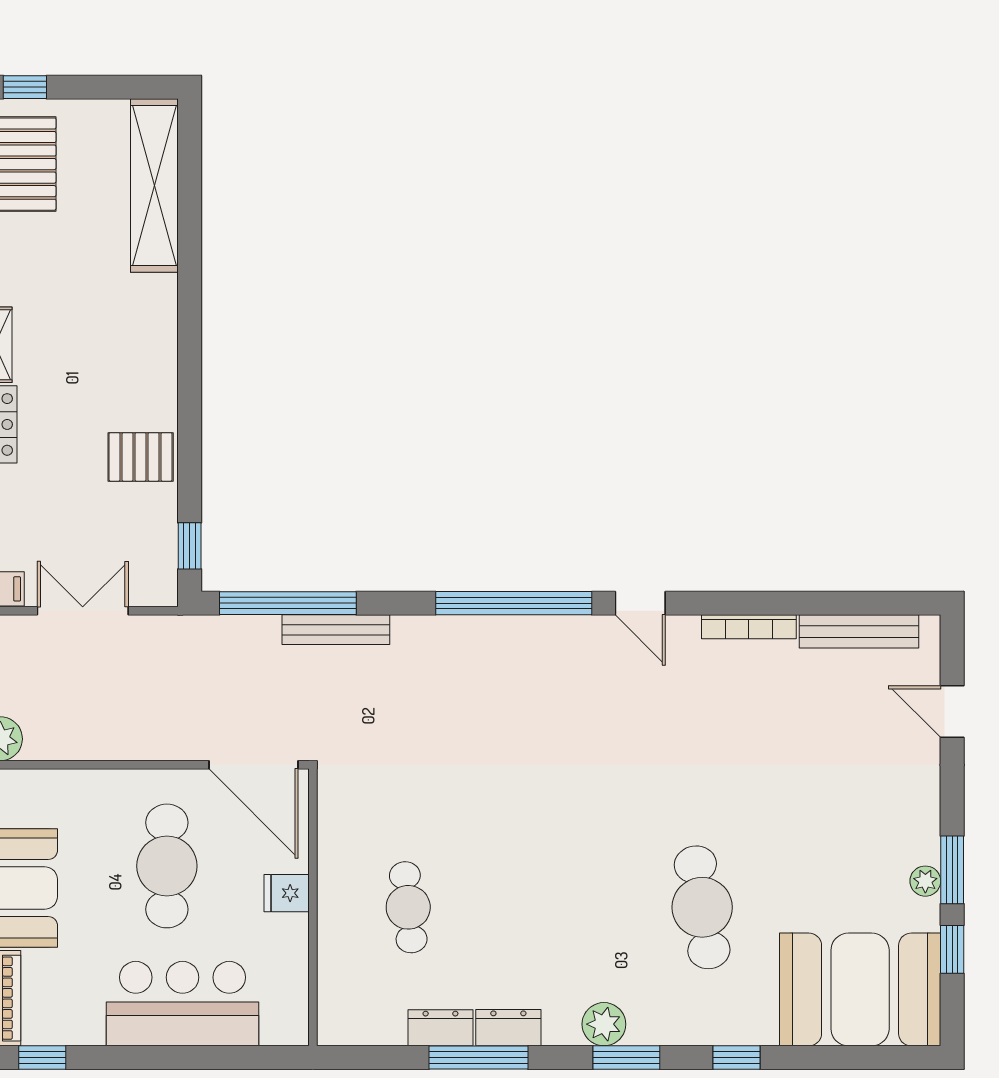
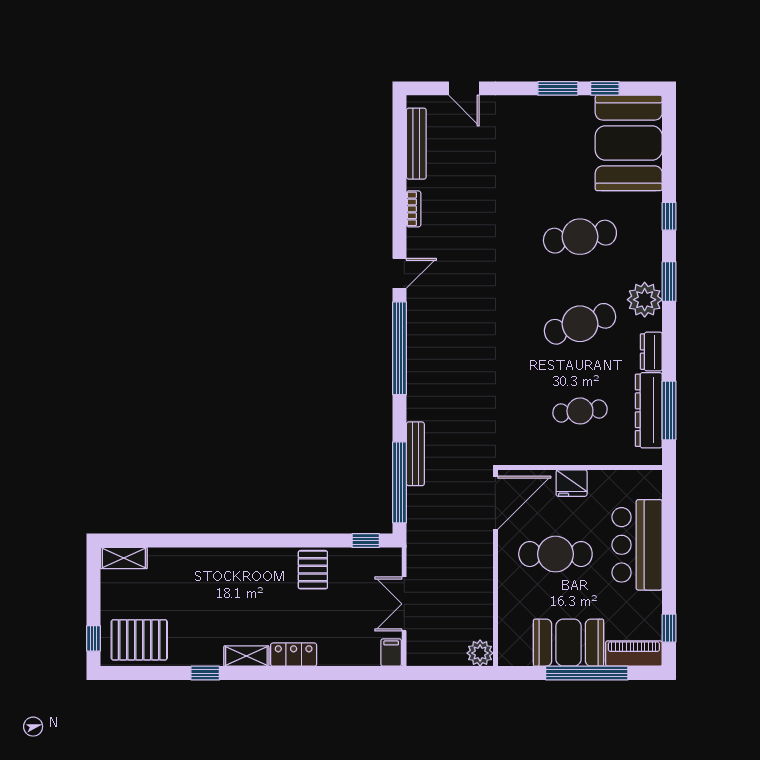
shelving: (154, 185) -> (124, 558), width x0.45, depth x0.75
bookcase: (749, 627) -> (414, 209), width x0.64
door: (952, 712) -> (464, 88), hinge flipped
plant: (925, 881) -> (564, 104), removed
fridge: (287, 893) -> (572, 483), width x1.38
cafe table: (555, 907) -> (580, 324), added
plant: (604, 1024) -> (645, 300), width x1.36, depth x1.36
dresser: (440, 1028) -> (649, 410), width x1.96, depth x1.24
window: (479, 1057) -> (669, 410), moved

